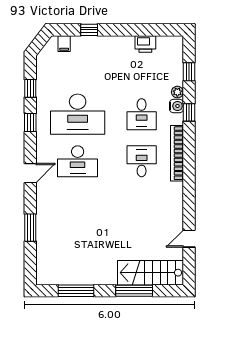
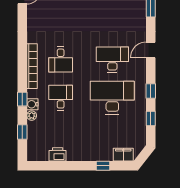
filing cabinet: (64, 44) -> (123, 155), width x2.00

